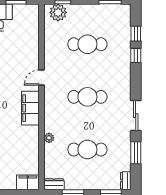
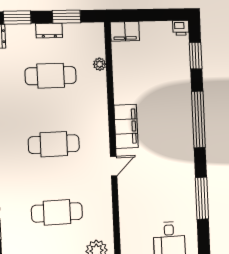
plant: (49, 138) -> (100, 64), moved
dresser: (54, 184) -> (49, 31), moved

